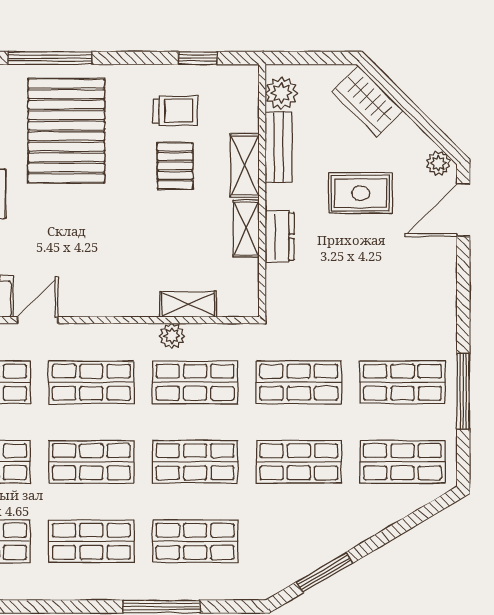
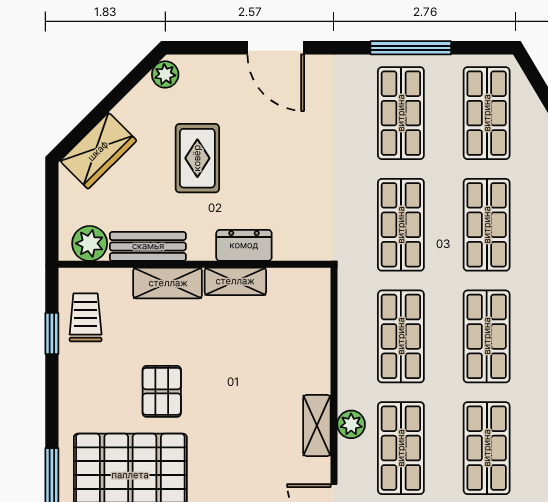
trolley: (175, 111) -> (86, 317), moved
pallet: (175, 166) -> (162, 391), moved, turned 90
door: (463, 210) -> (276, 48), moved
shelving: (188, 304) -> (317, 426), moved
plant: (172, 336) -> (351, 424), moved

